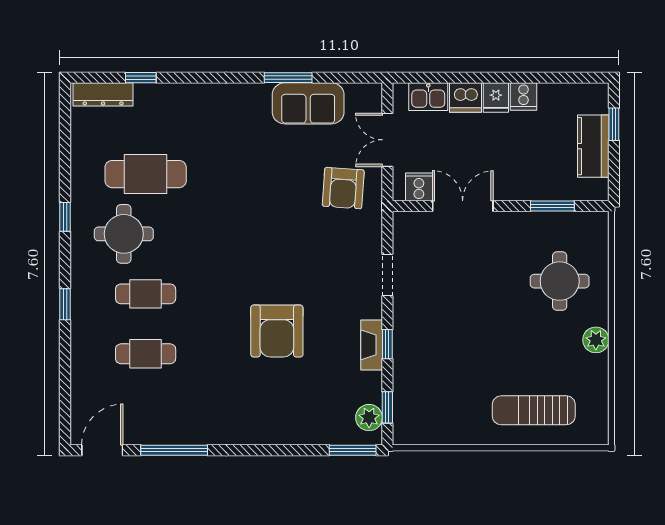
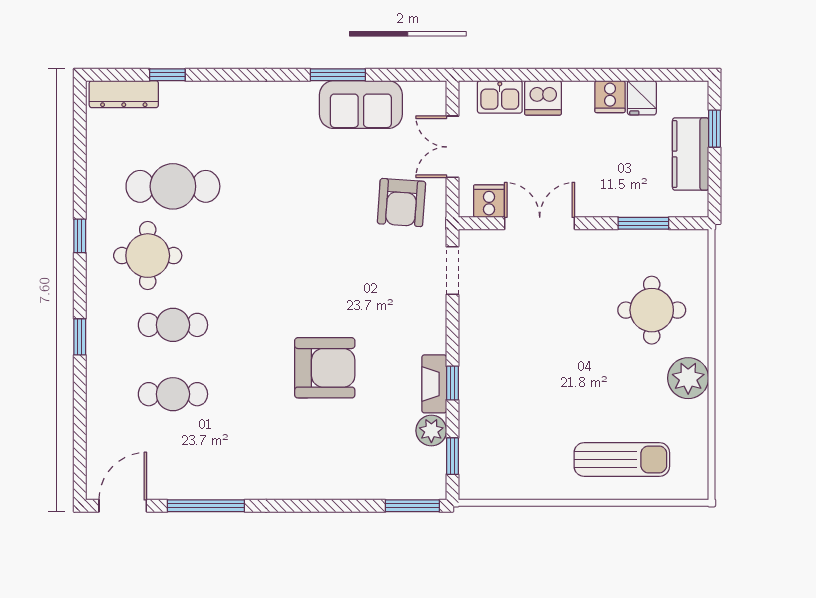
fridge: (496, 97) -> (642, 98), moved
doorway: (387, 275) -> (452, 271), moved
armchair: (277, 331) -> (325, 368), turned -90
plant: (596, 340) -> (688, 378), width x1.36, depth x1.36
sun lounger: (534, 410) -> (622, 459), turned 180
plant: (369, 418) -> (431, 431), moved

